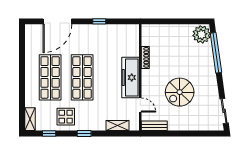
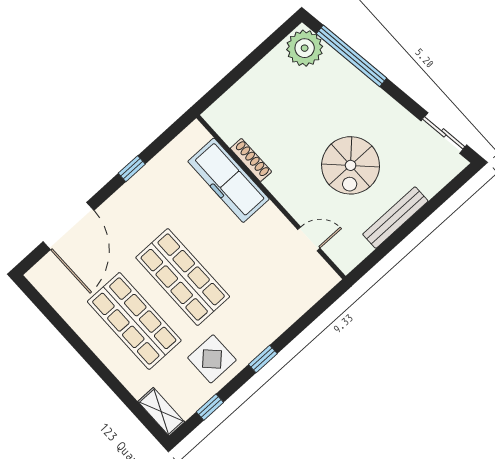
freezer: (130, 77) -> (229, 180), moved
shelving: (118, 125) -> (302, 301), removed
bench: (154, 126) -> (395, 218), moved, width x1.36

